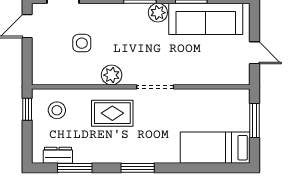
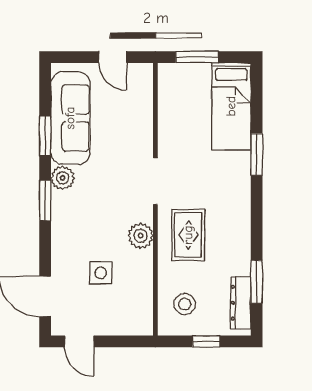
door: (254, 53) -> (113, 57), swing flipped
window: (27, 109) -> (206, 341), moved
dresser: (58, 155) -> (241, 303), width x1.44
window: (138, 168) -> (257, 154), moved

